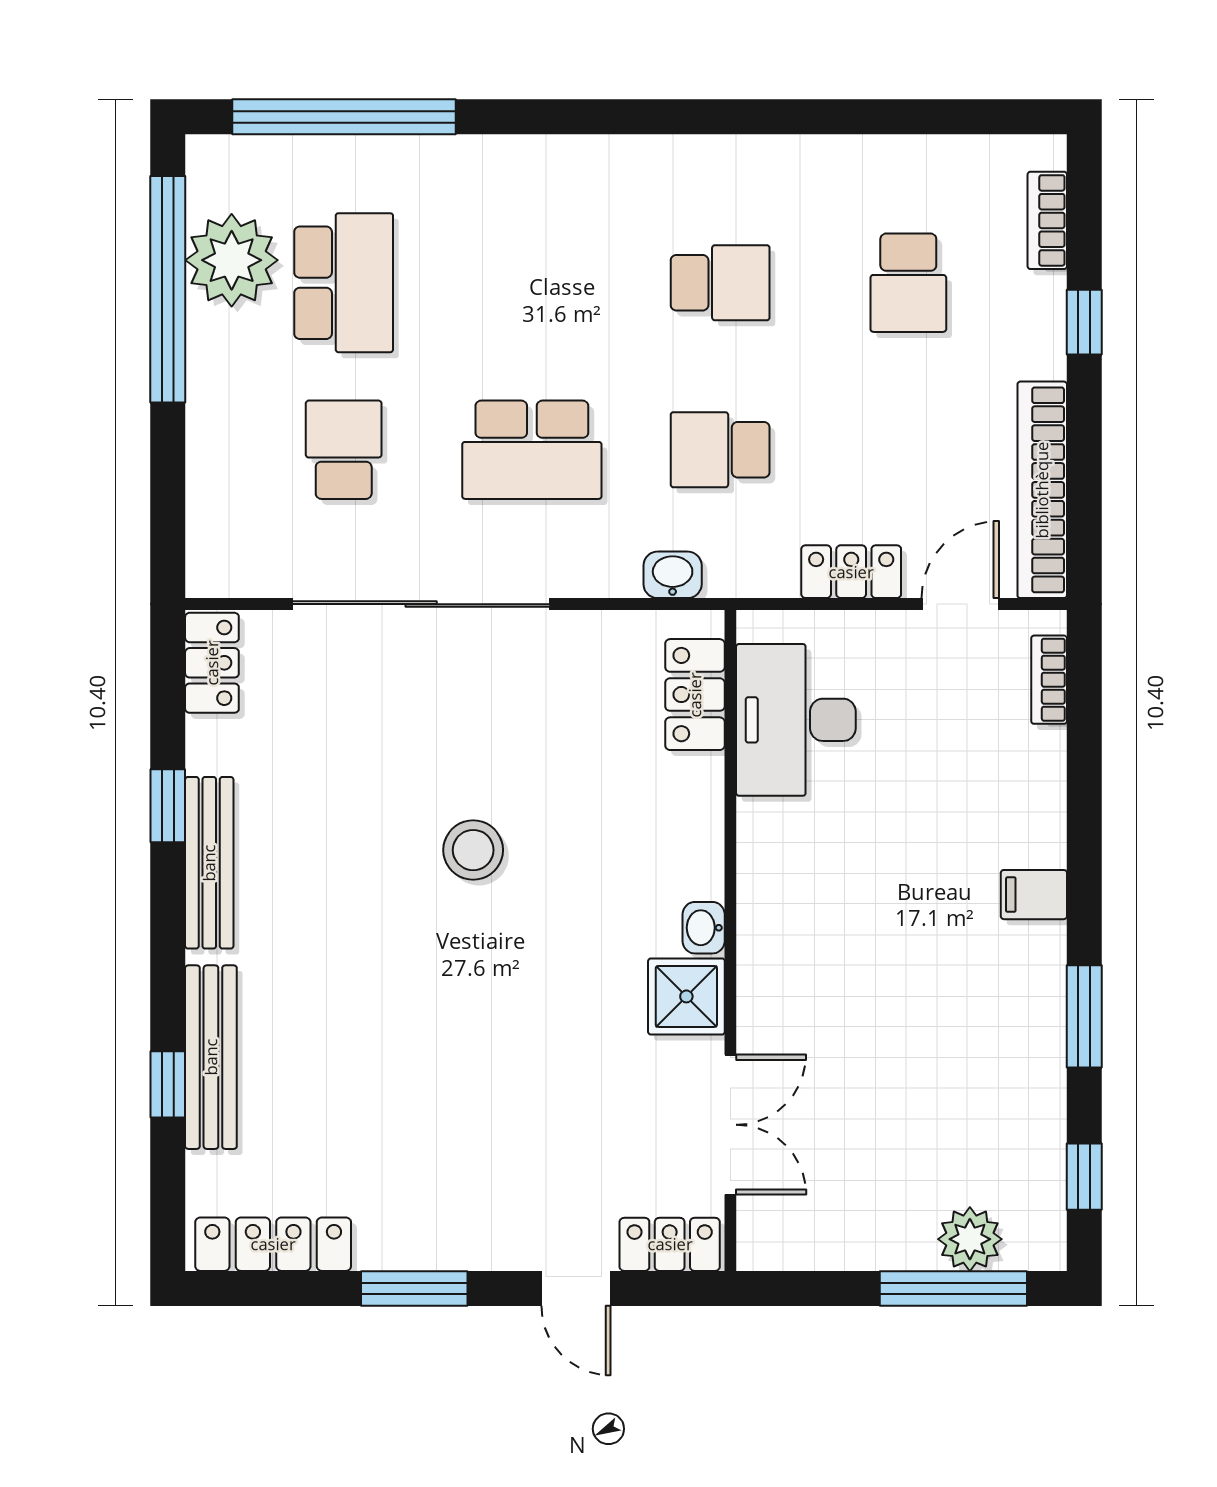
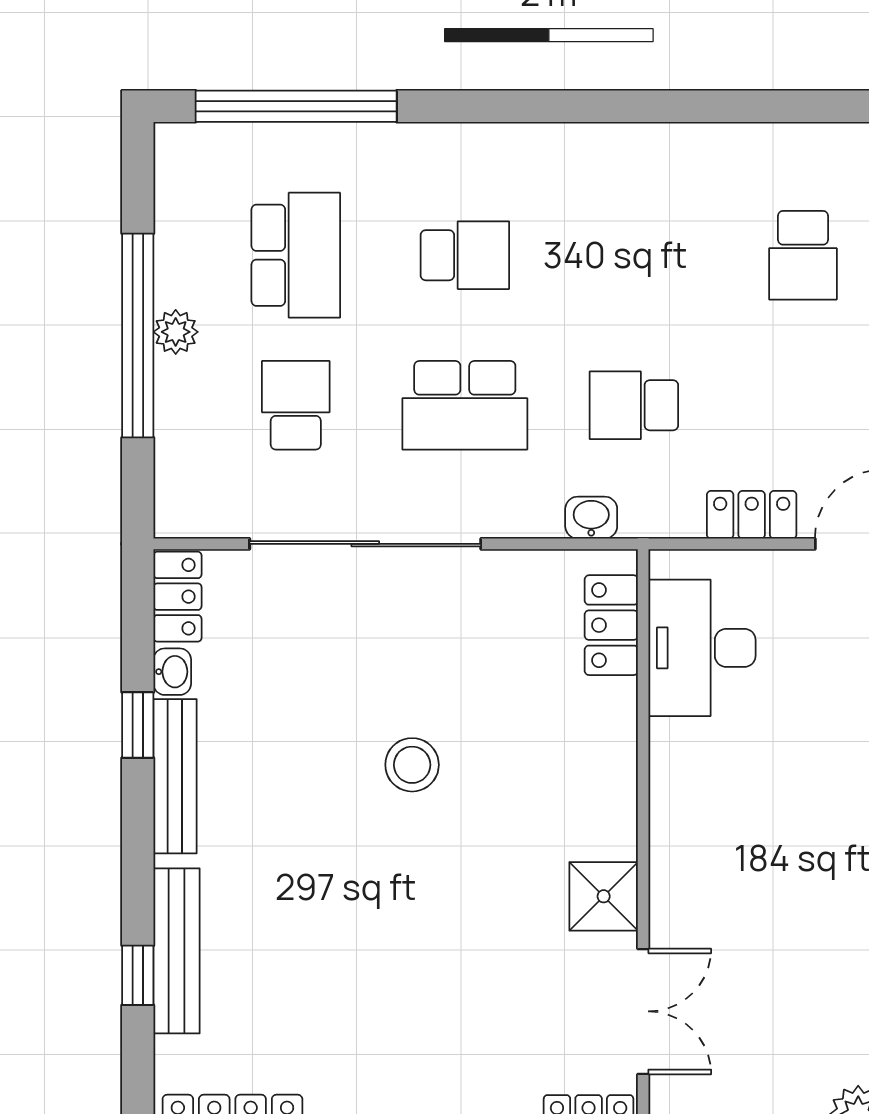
plant: (232, 260) -> (176, 332), moved, width x0.53, depth x0.53
school desk: (720, 283) -> (465, 255), moved
window: (168, 289) -> (138, 336), moved
washbasin: (704, 928) -> (172, 672), moved, turned 180

